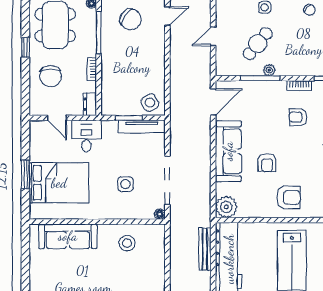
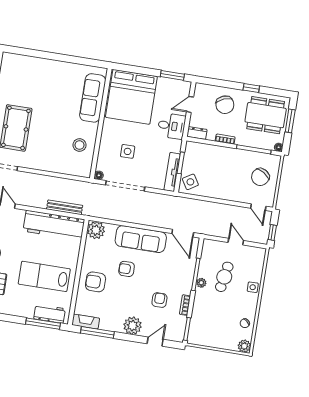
cafe table: (258, 44) -> (224, 277), turned 61
chair: (51, 76) -> (225, 105), turned -112
window: (25, 174) -> (172, 75), moved
bed: (59, 183) -> (131, 97), width x1.36
armchair: (289, 197) -> (96, 282), turned 90

